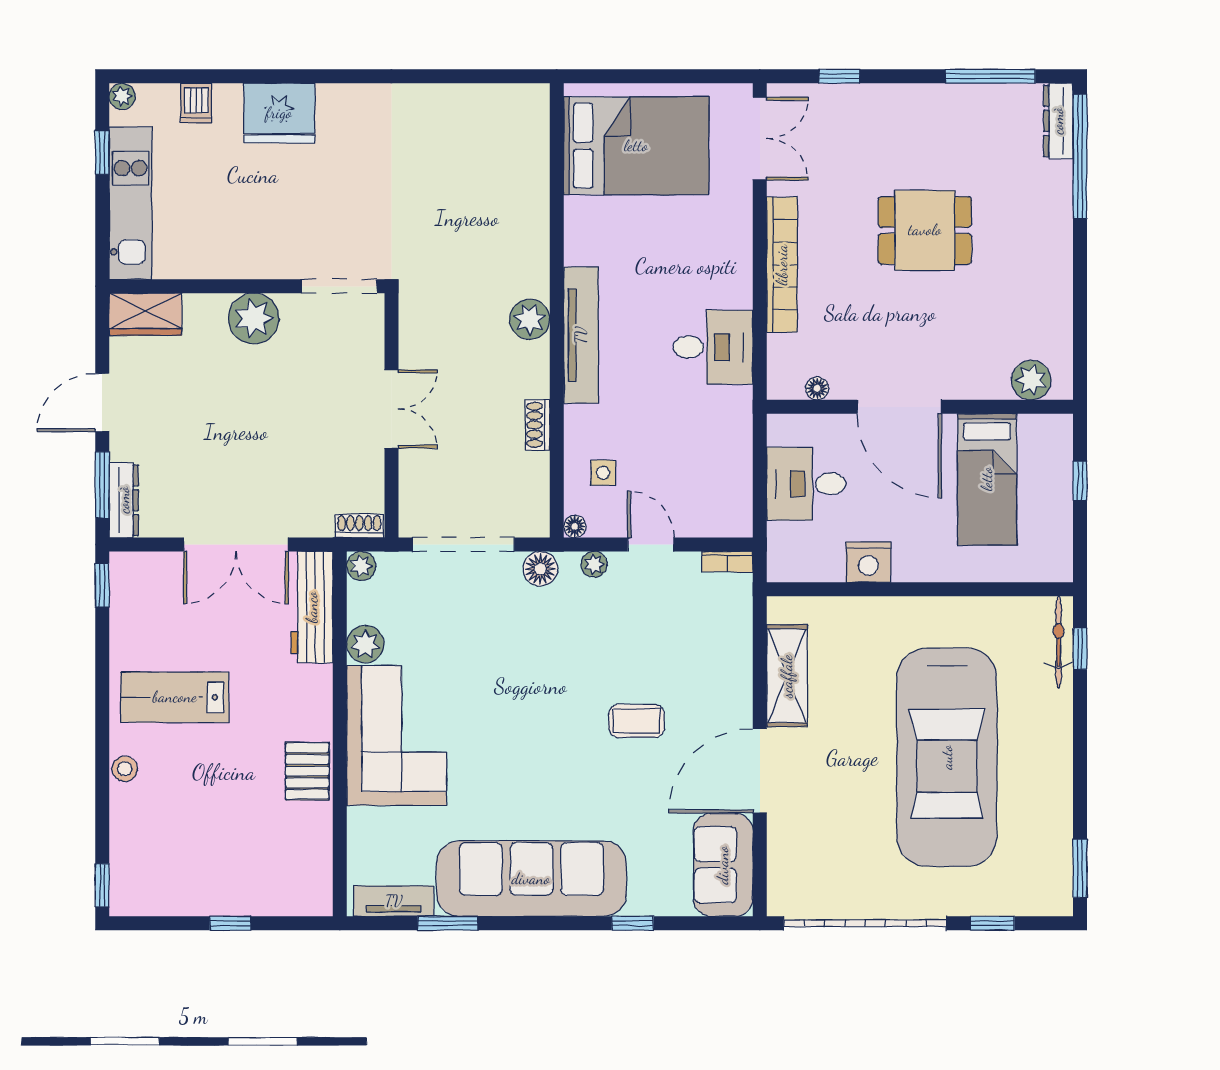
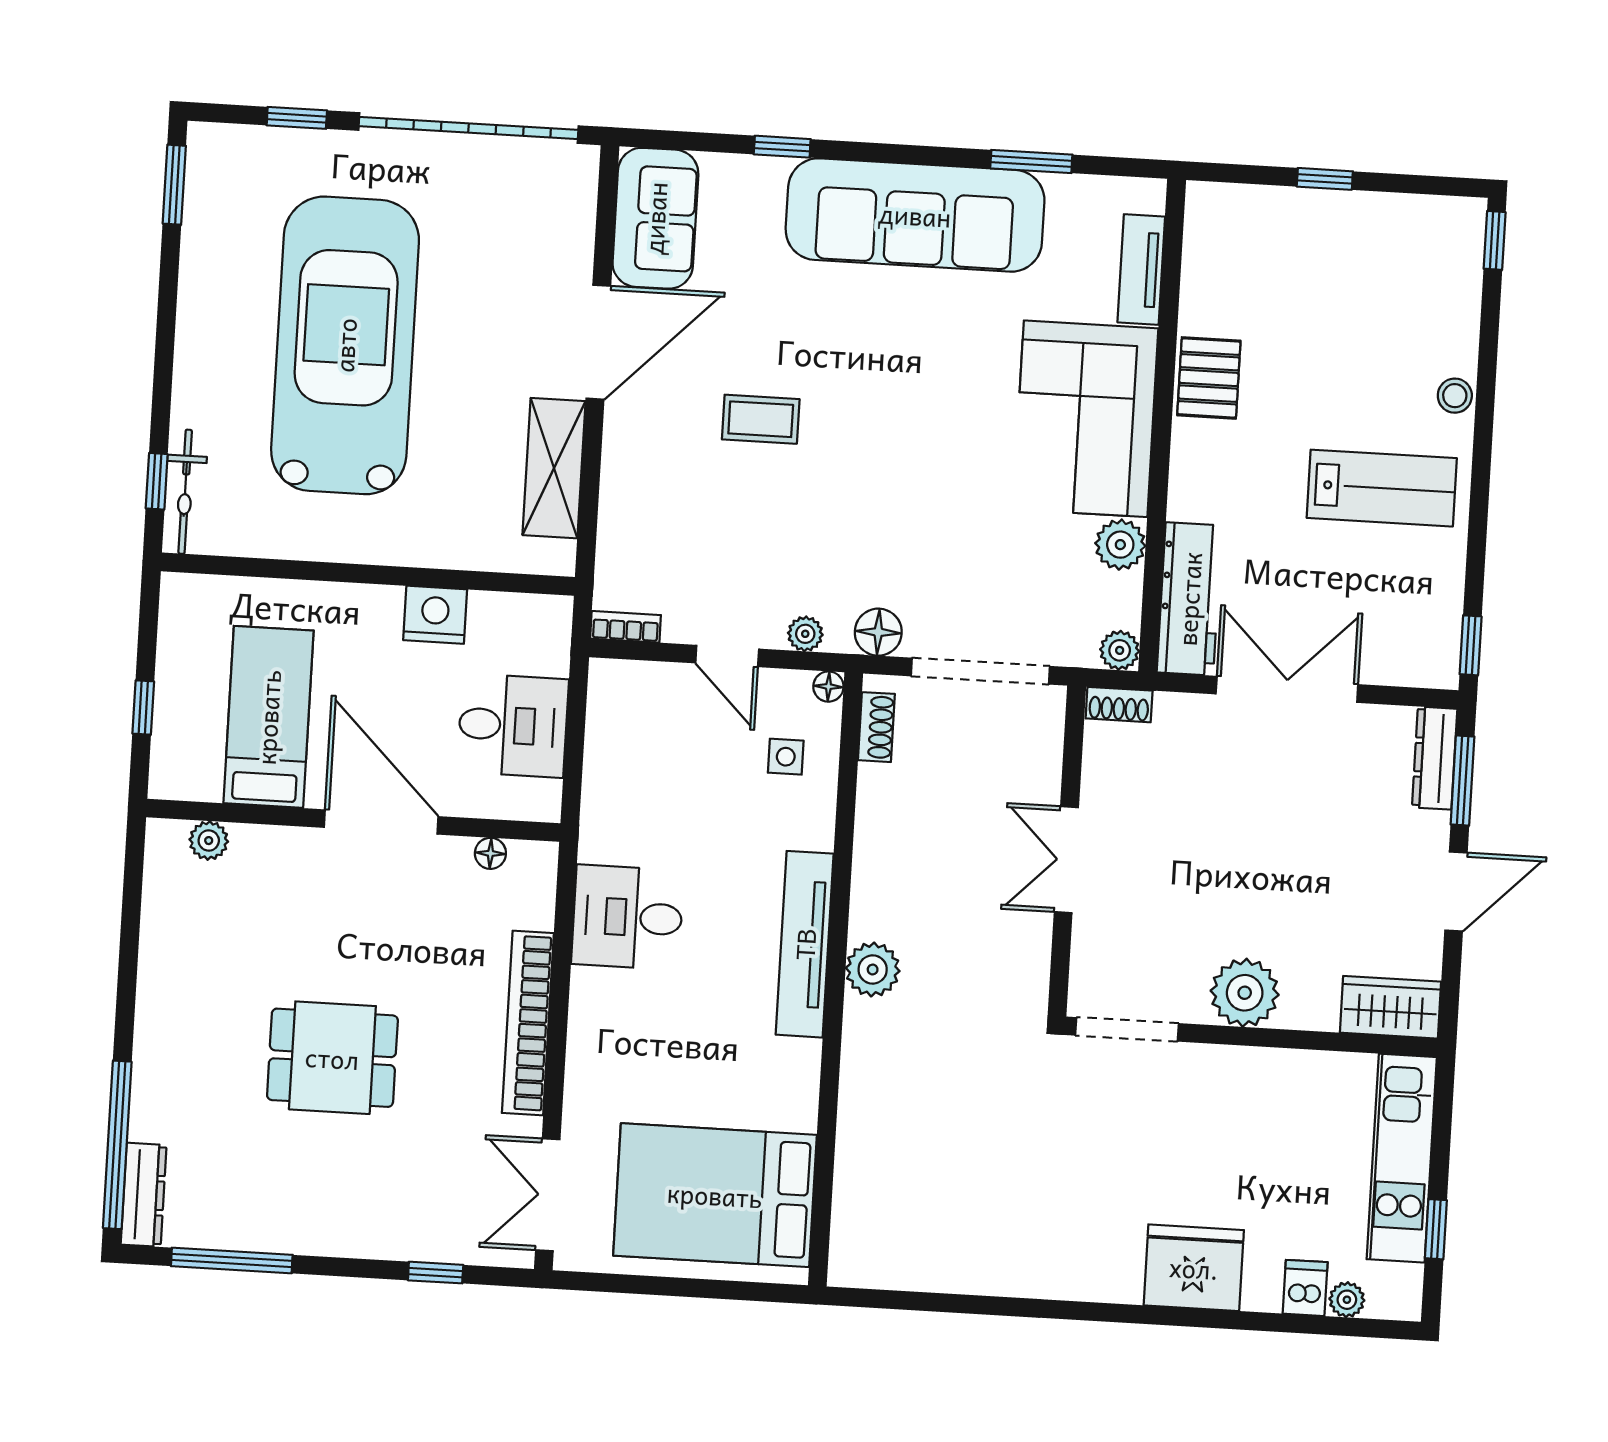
plant: (122, 96) -> (1347, 1300), moved
plant: (1031, 380) -> (209, 841), width x0.73, depth x0.73
shoe rack: (538, 425) -> (876, 727), moved
tv unit: (394, 901) -> (1141, 269), moved, turned 90

